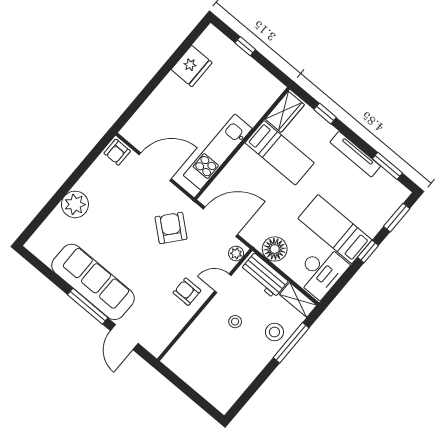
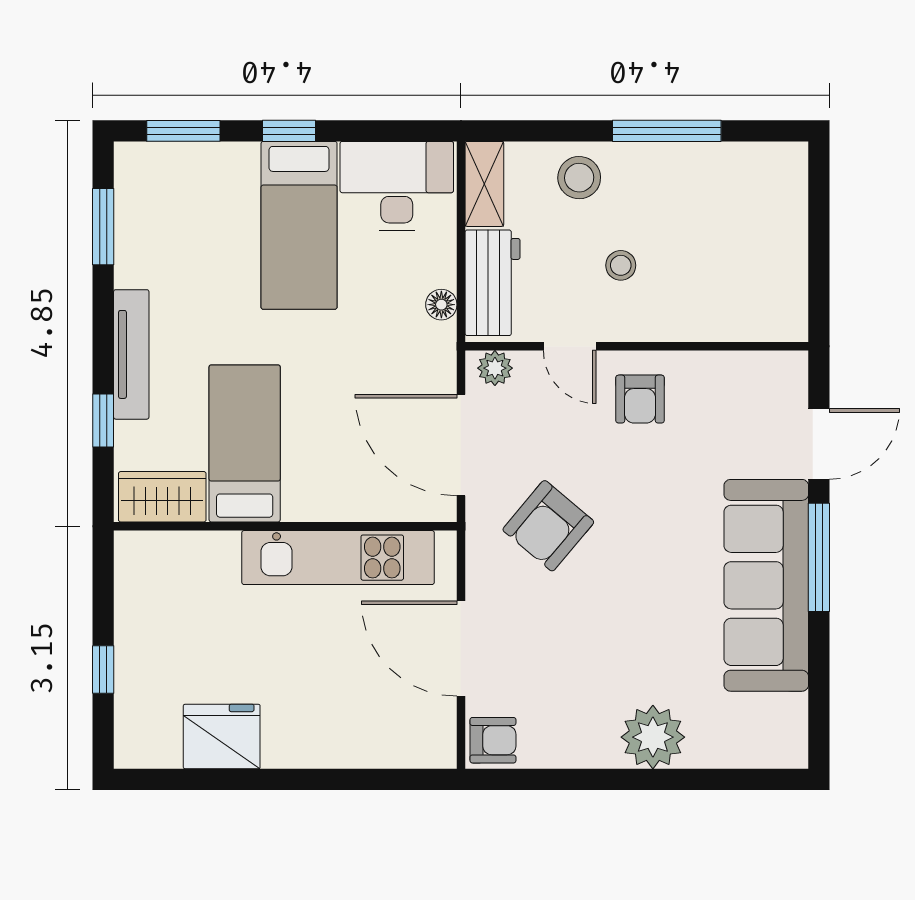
tv unit: (355, 154) -> (131, 354), moved
floor lamp: (275, 249) -> (441, 305), width x0.53, depth x0.53
window: (291, 343) -> (667, 131), moved

